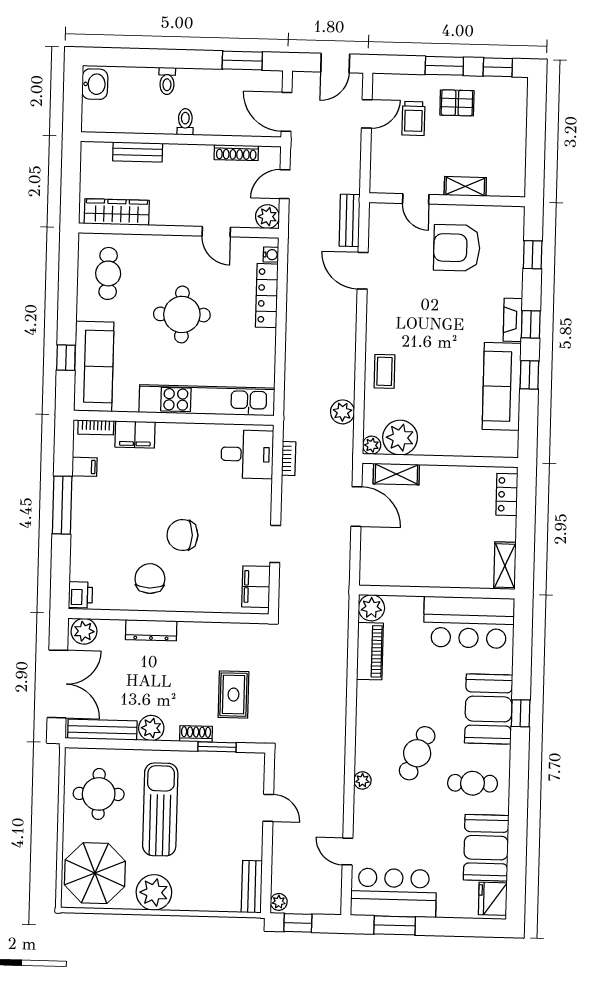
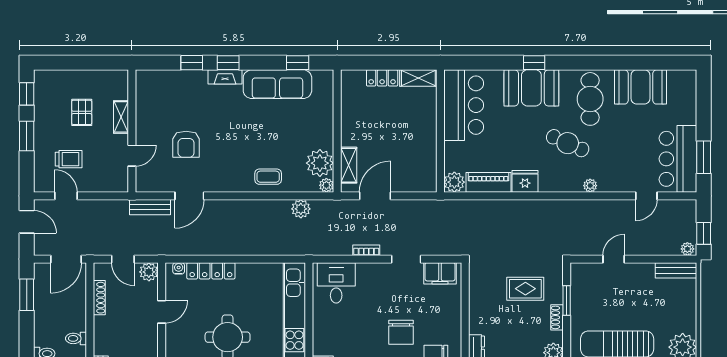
pallet: (457, 103) -> (82, 112), moved
armchair: (457, 248) -> (186, 144), moved, width x0.73, depth x0.73
window: (533, 255) -> (192, 63), moved
window: (529, 375) -> (298, 63), moved
bookcase: (289, 458) -> (366, 250), moved
locker: (507, 494) -> (382, 78), moved
cafe table: (473, 783) -> (590, 99), width x1.37, depth x1.35
fridge: (493, 899) -> (525, 181), moved, turned 180

